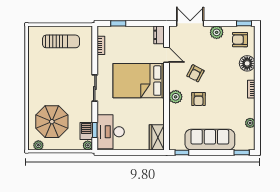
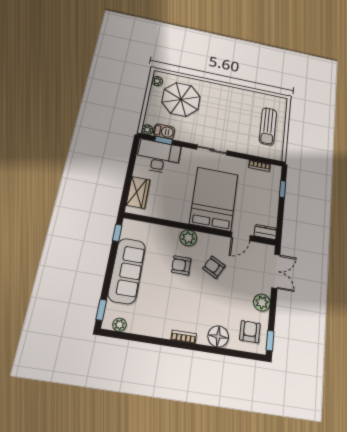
plant: (250, 123) -> (119, 325), moved
wardrobe: (157, 137) -> (138, 192), moved, turned 90

